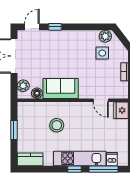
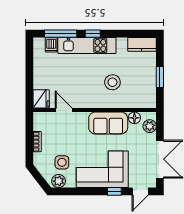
corner sofa: (66, 47) -> (102, 169), added

